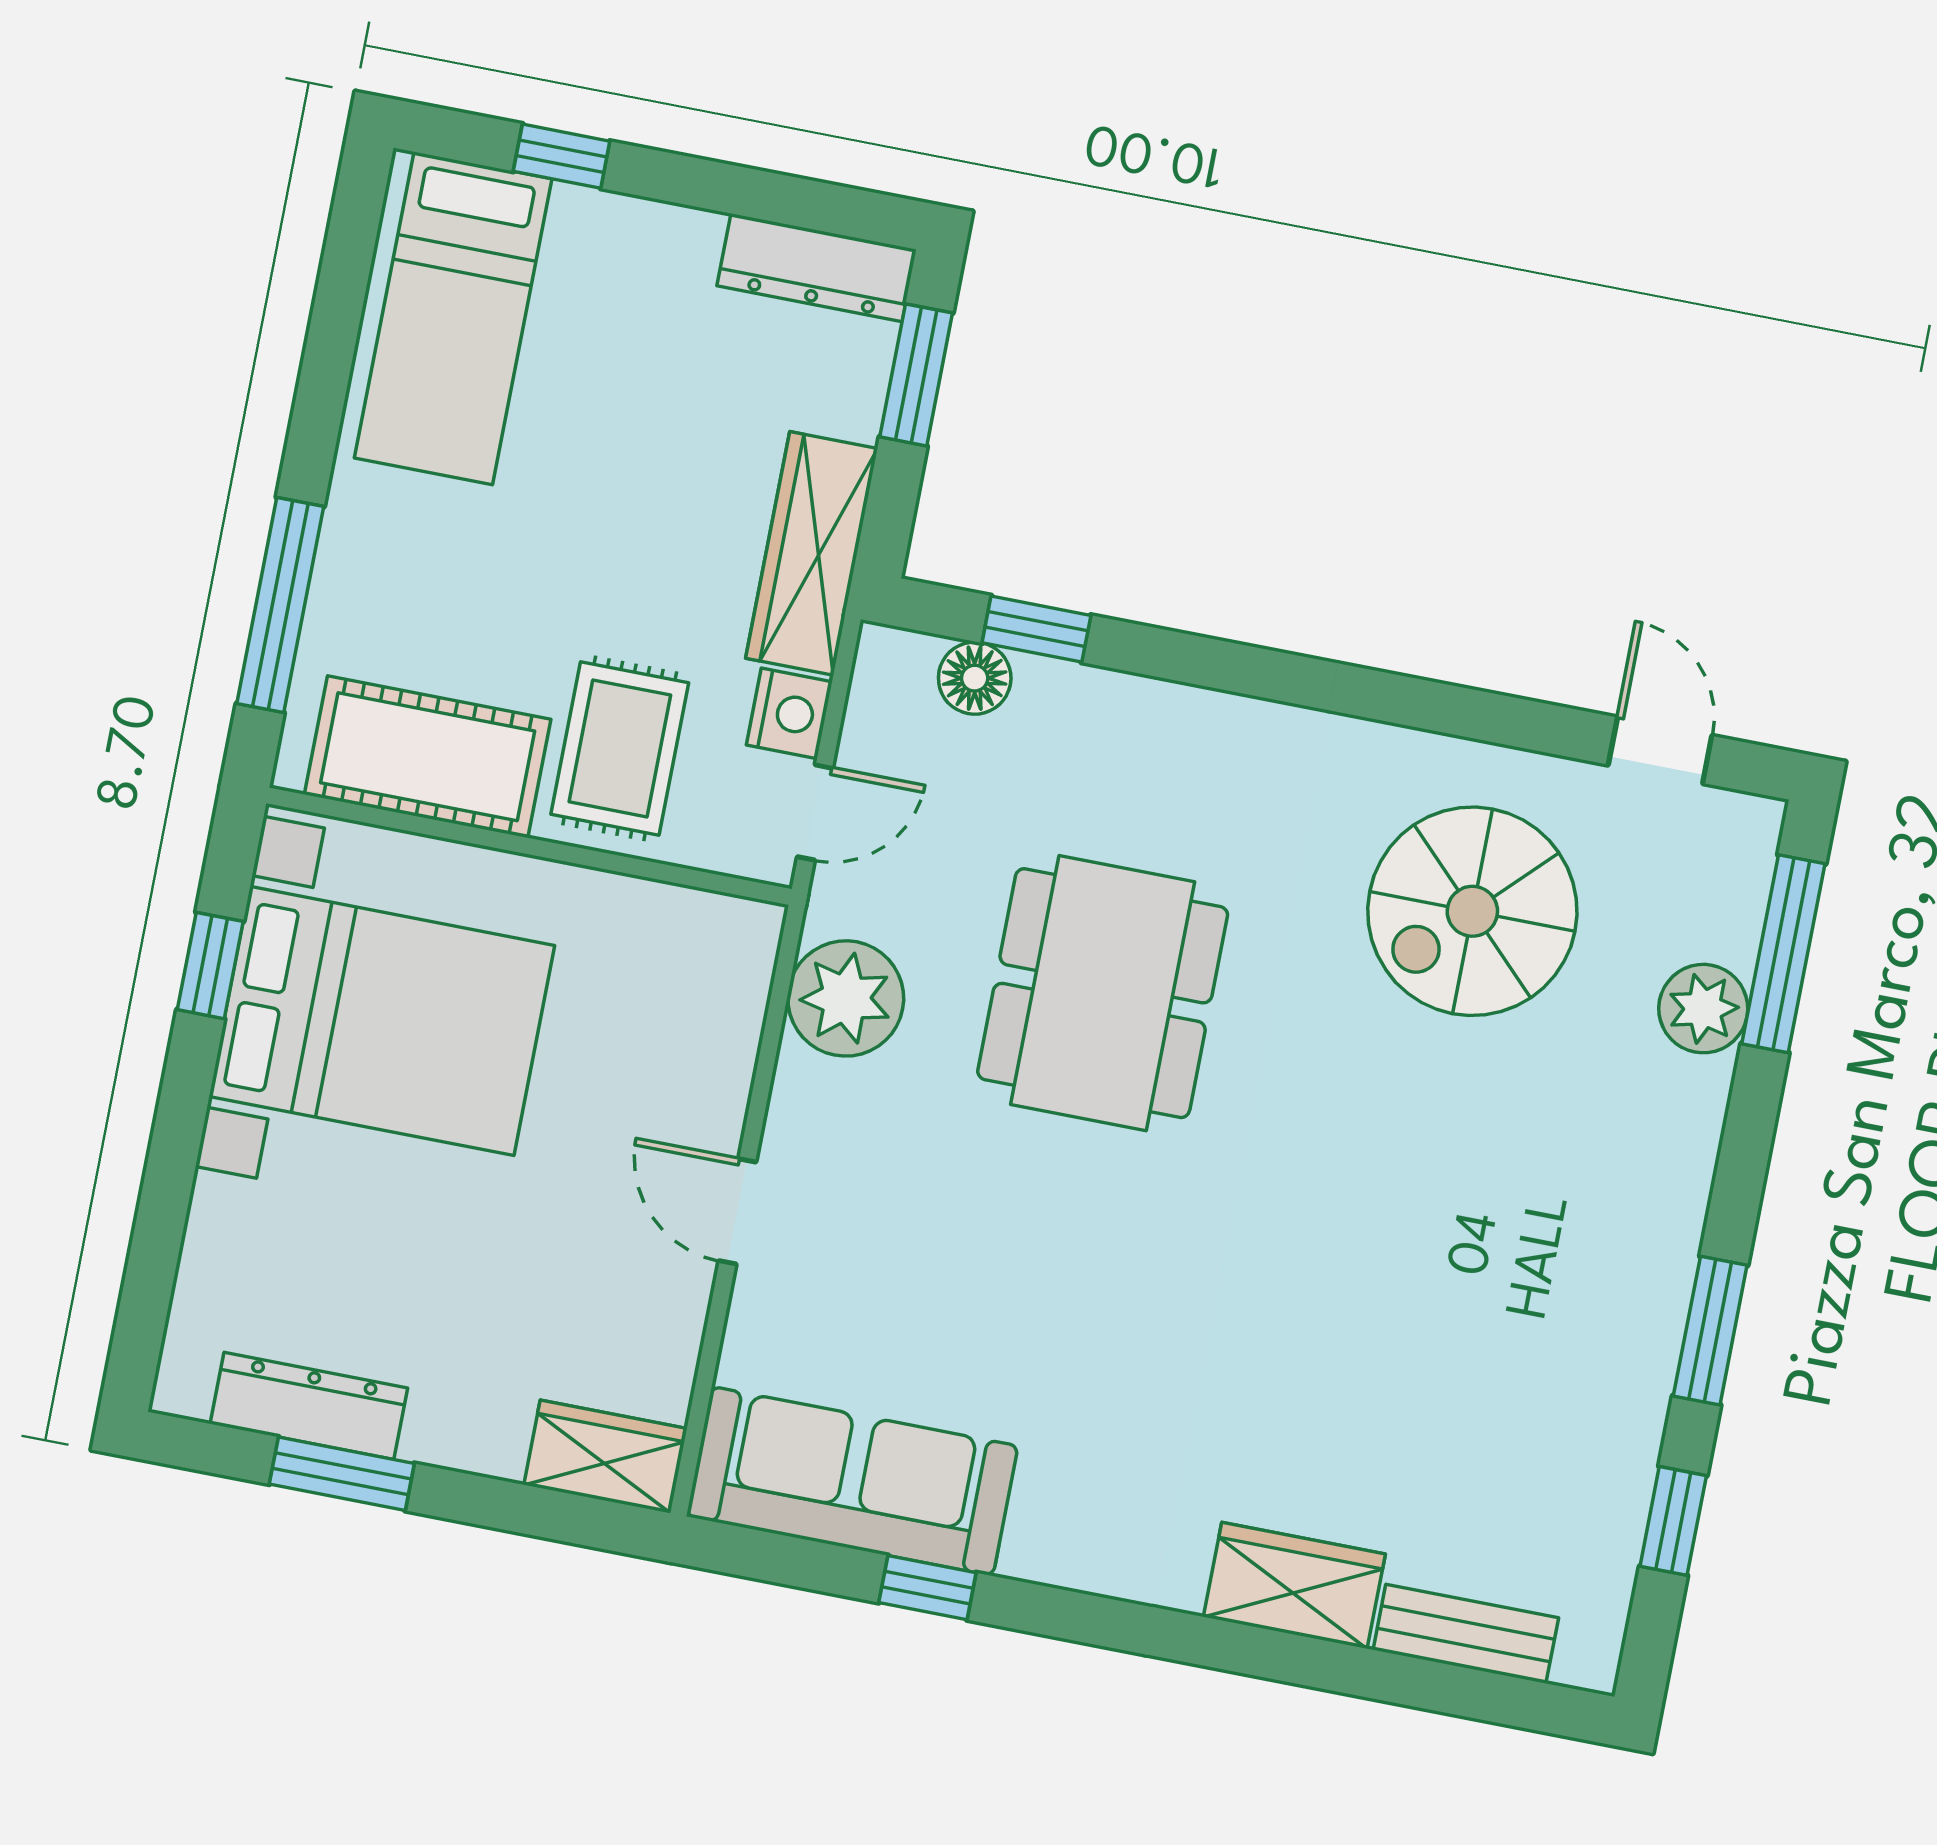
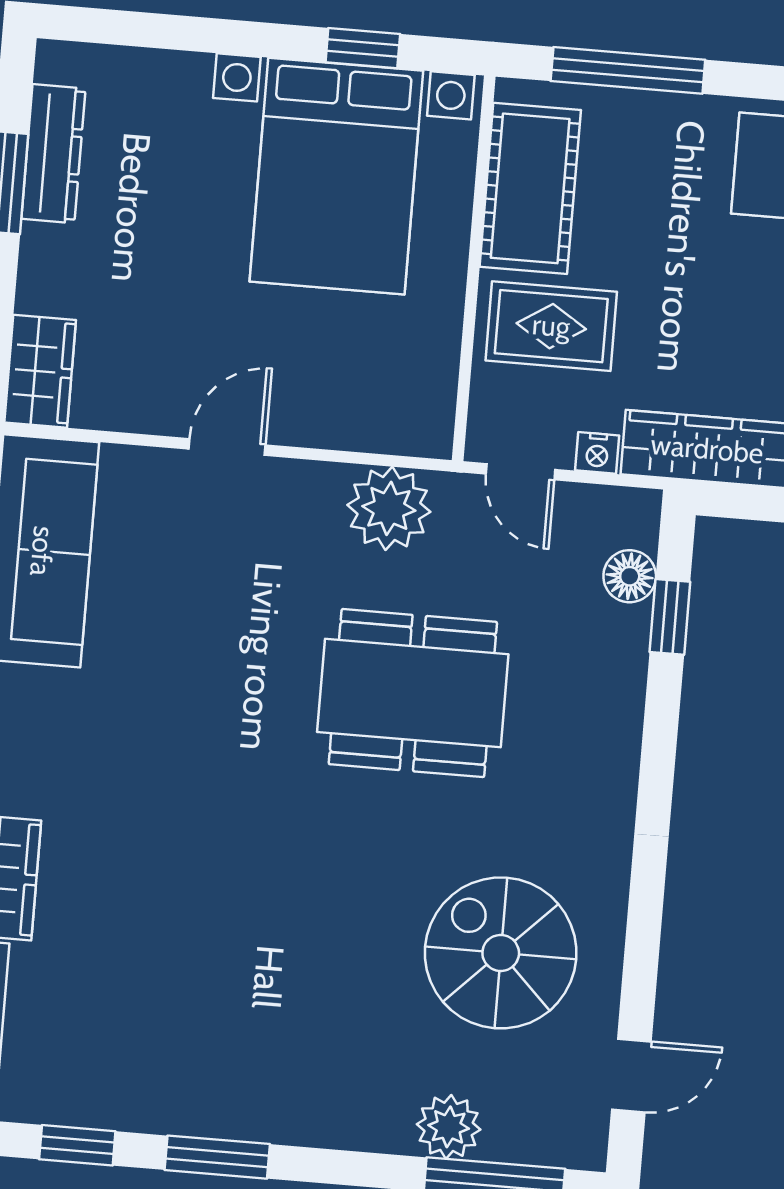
nightstand: (789, 713) -> (597, 453), width x0.72, depth x0.74

